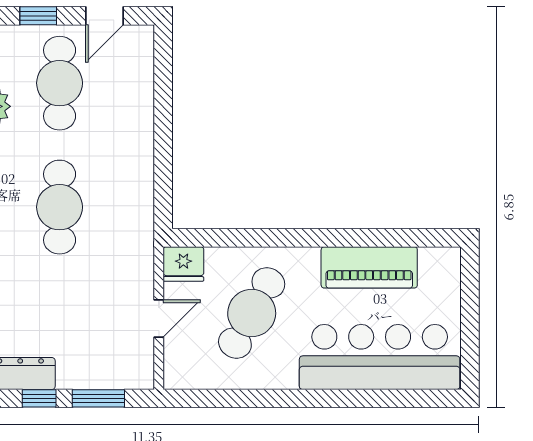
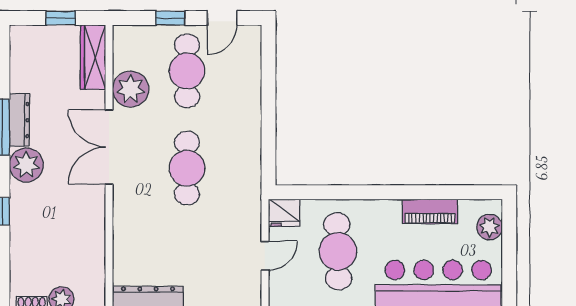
piano: (369, 267) -> (430, 211), width x0.73, depth x0.75
plant: (445, 282) -> (490, 227), added
cafe table: (252, 313) -> (338, 251), turned -31

